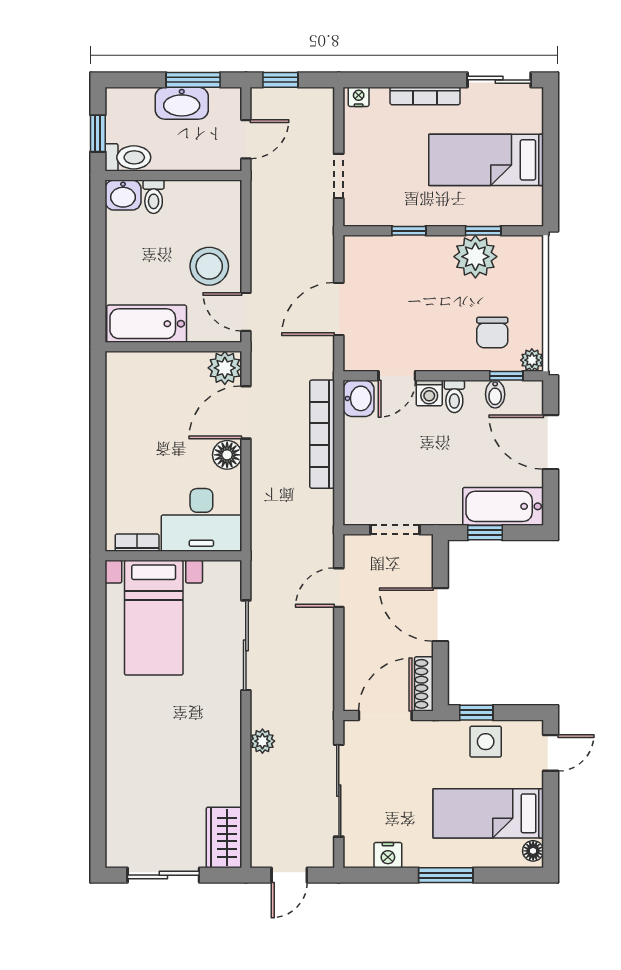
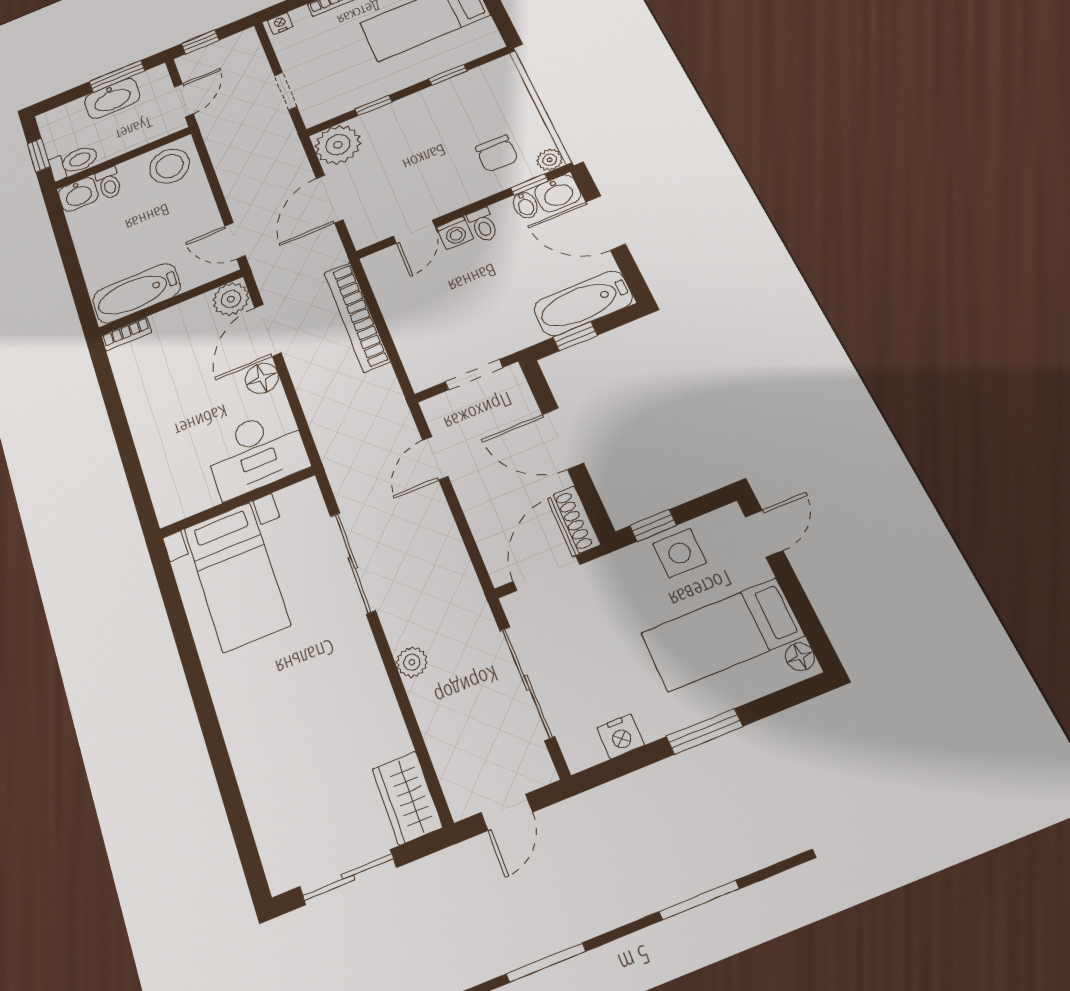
plant: (475, 257) -> (338, 145), moved
stool: (209, 266) -> (170, 166), moved
washbasin: (359, 398) -> (558, 193), moved, turned 90
bookcase: (137, 543) -> (126, 334), moved, turned 180

